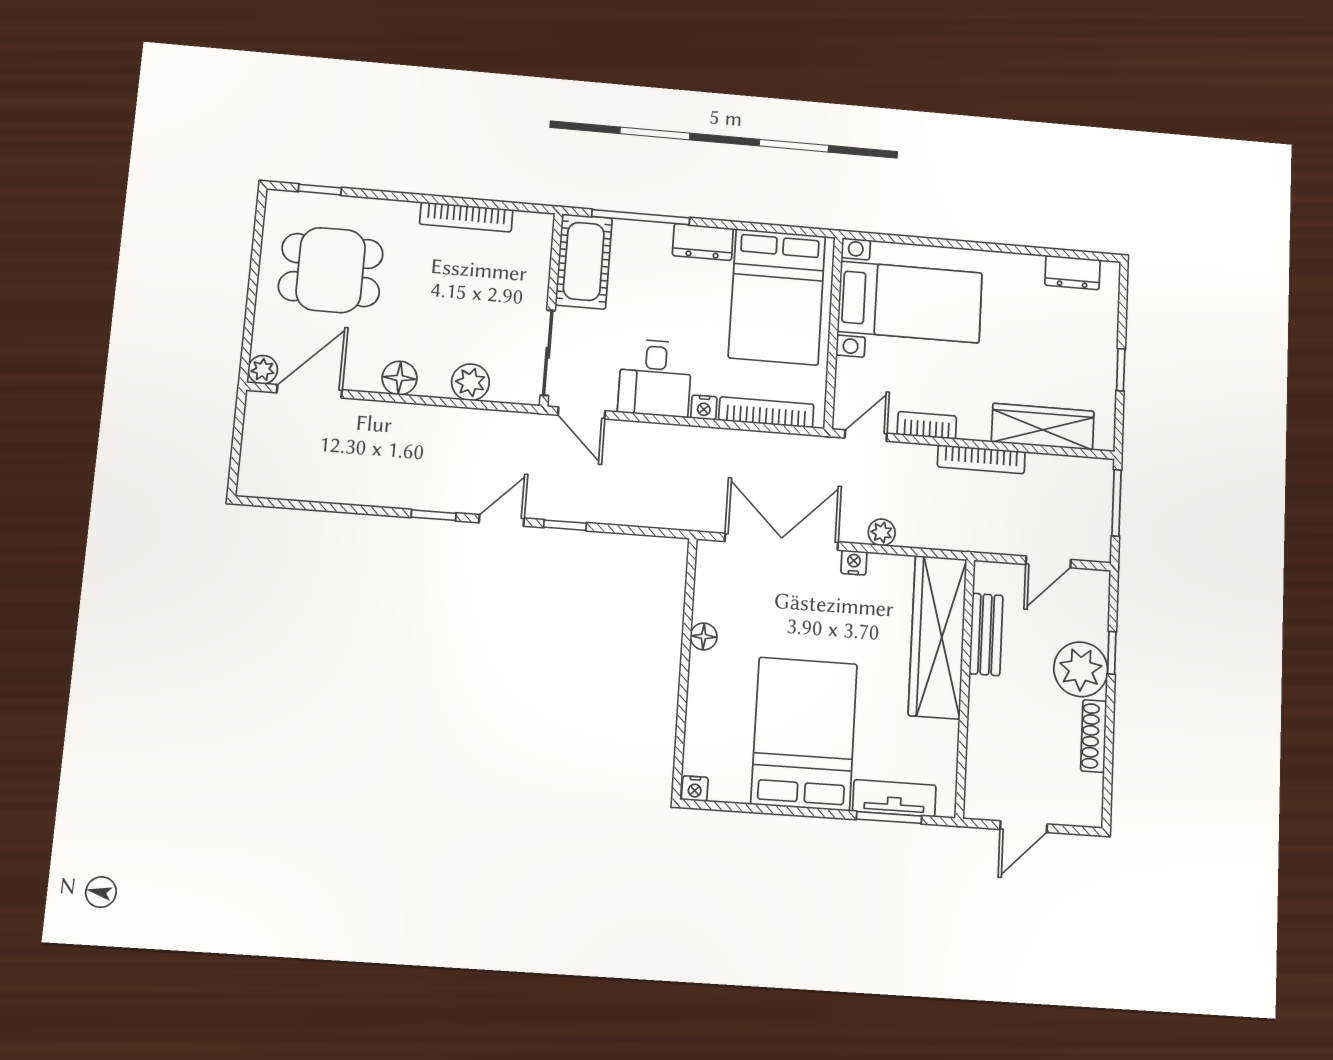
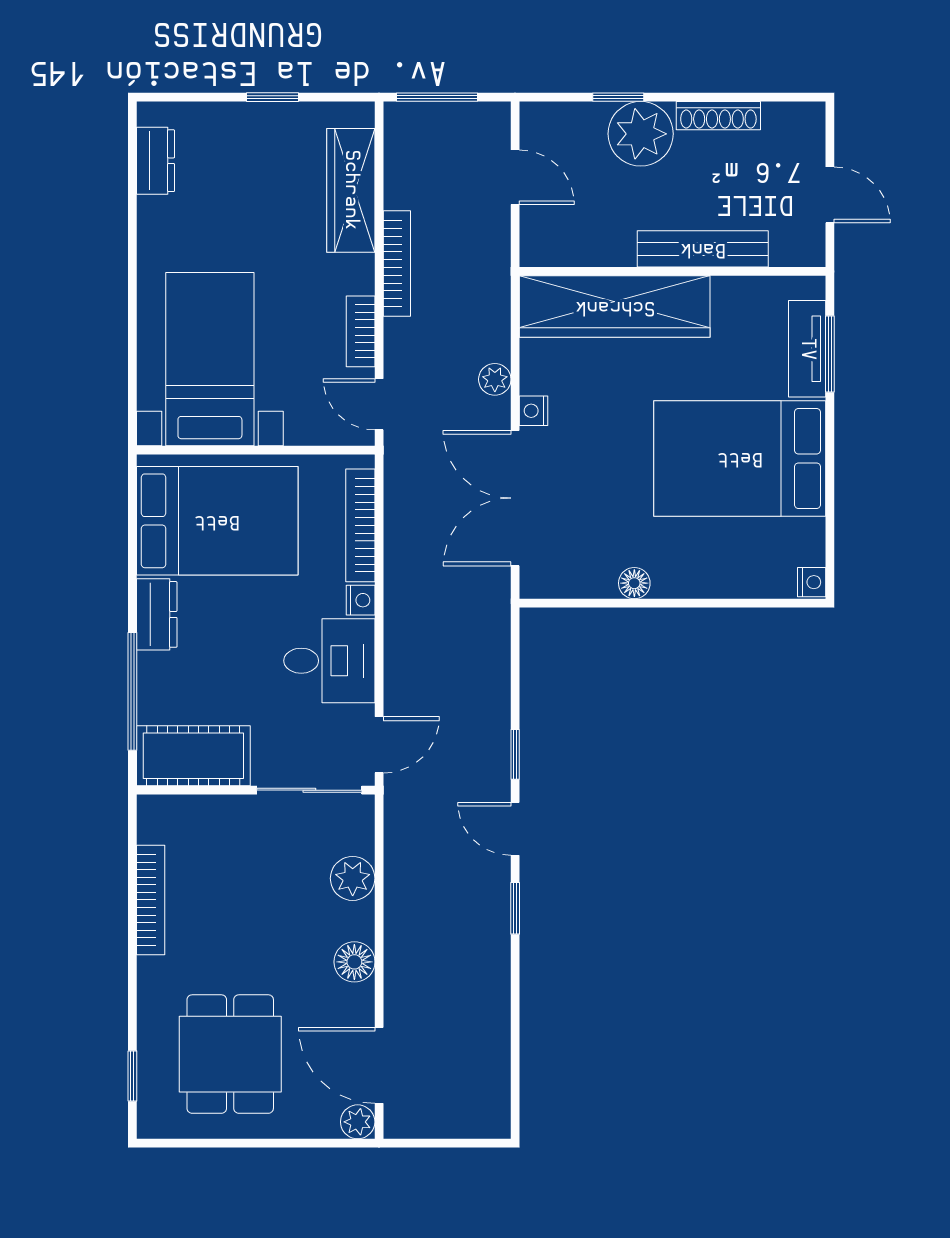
bench: (986, 634) -> (703, 249), moved, width x1.36

